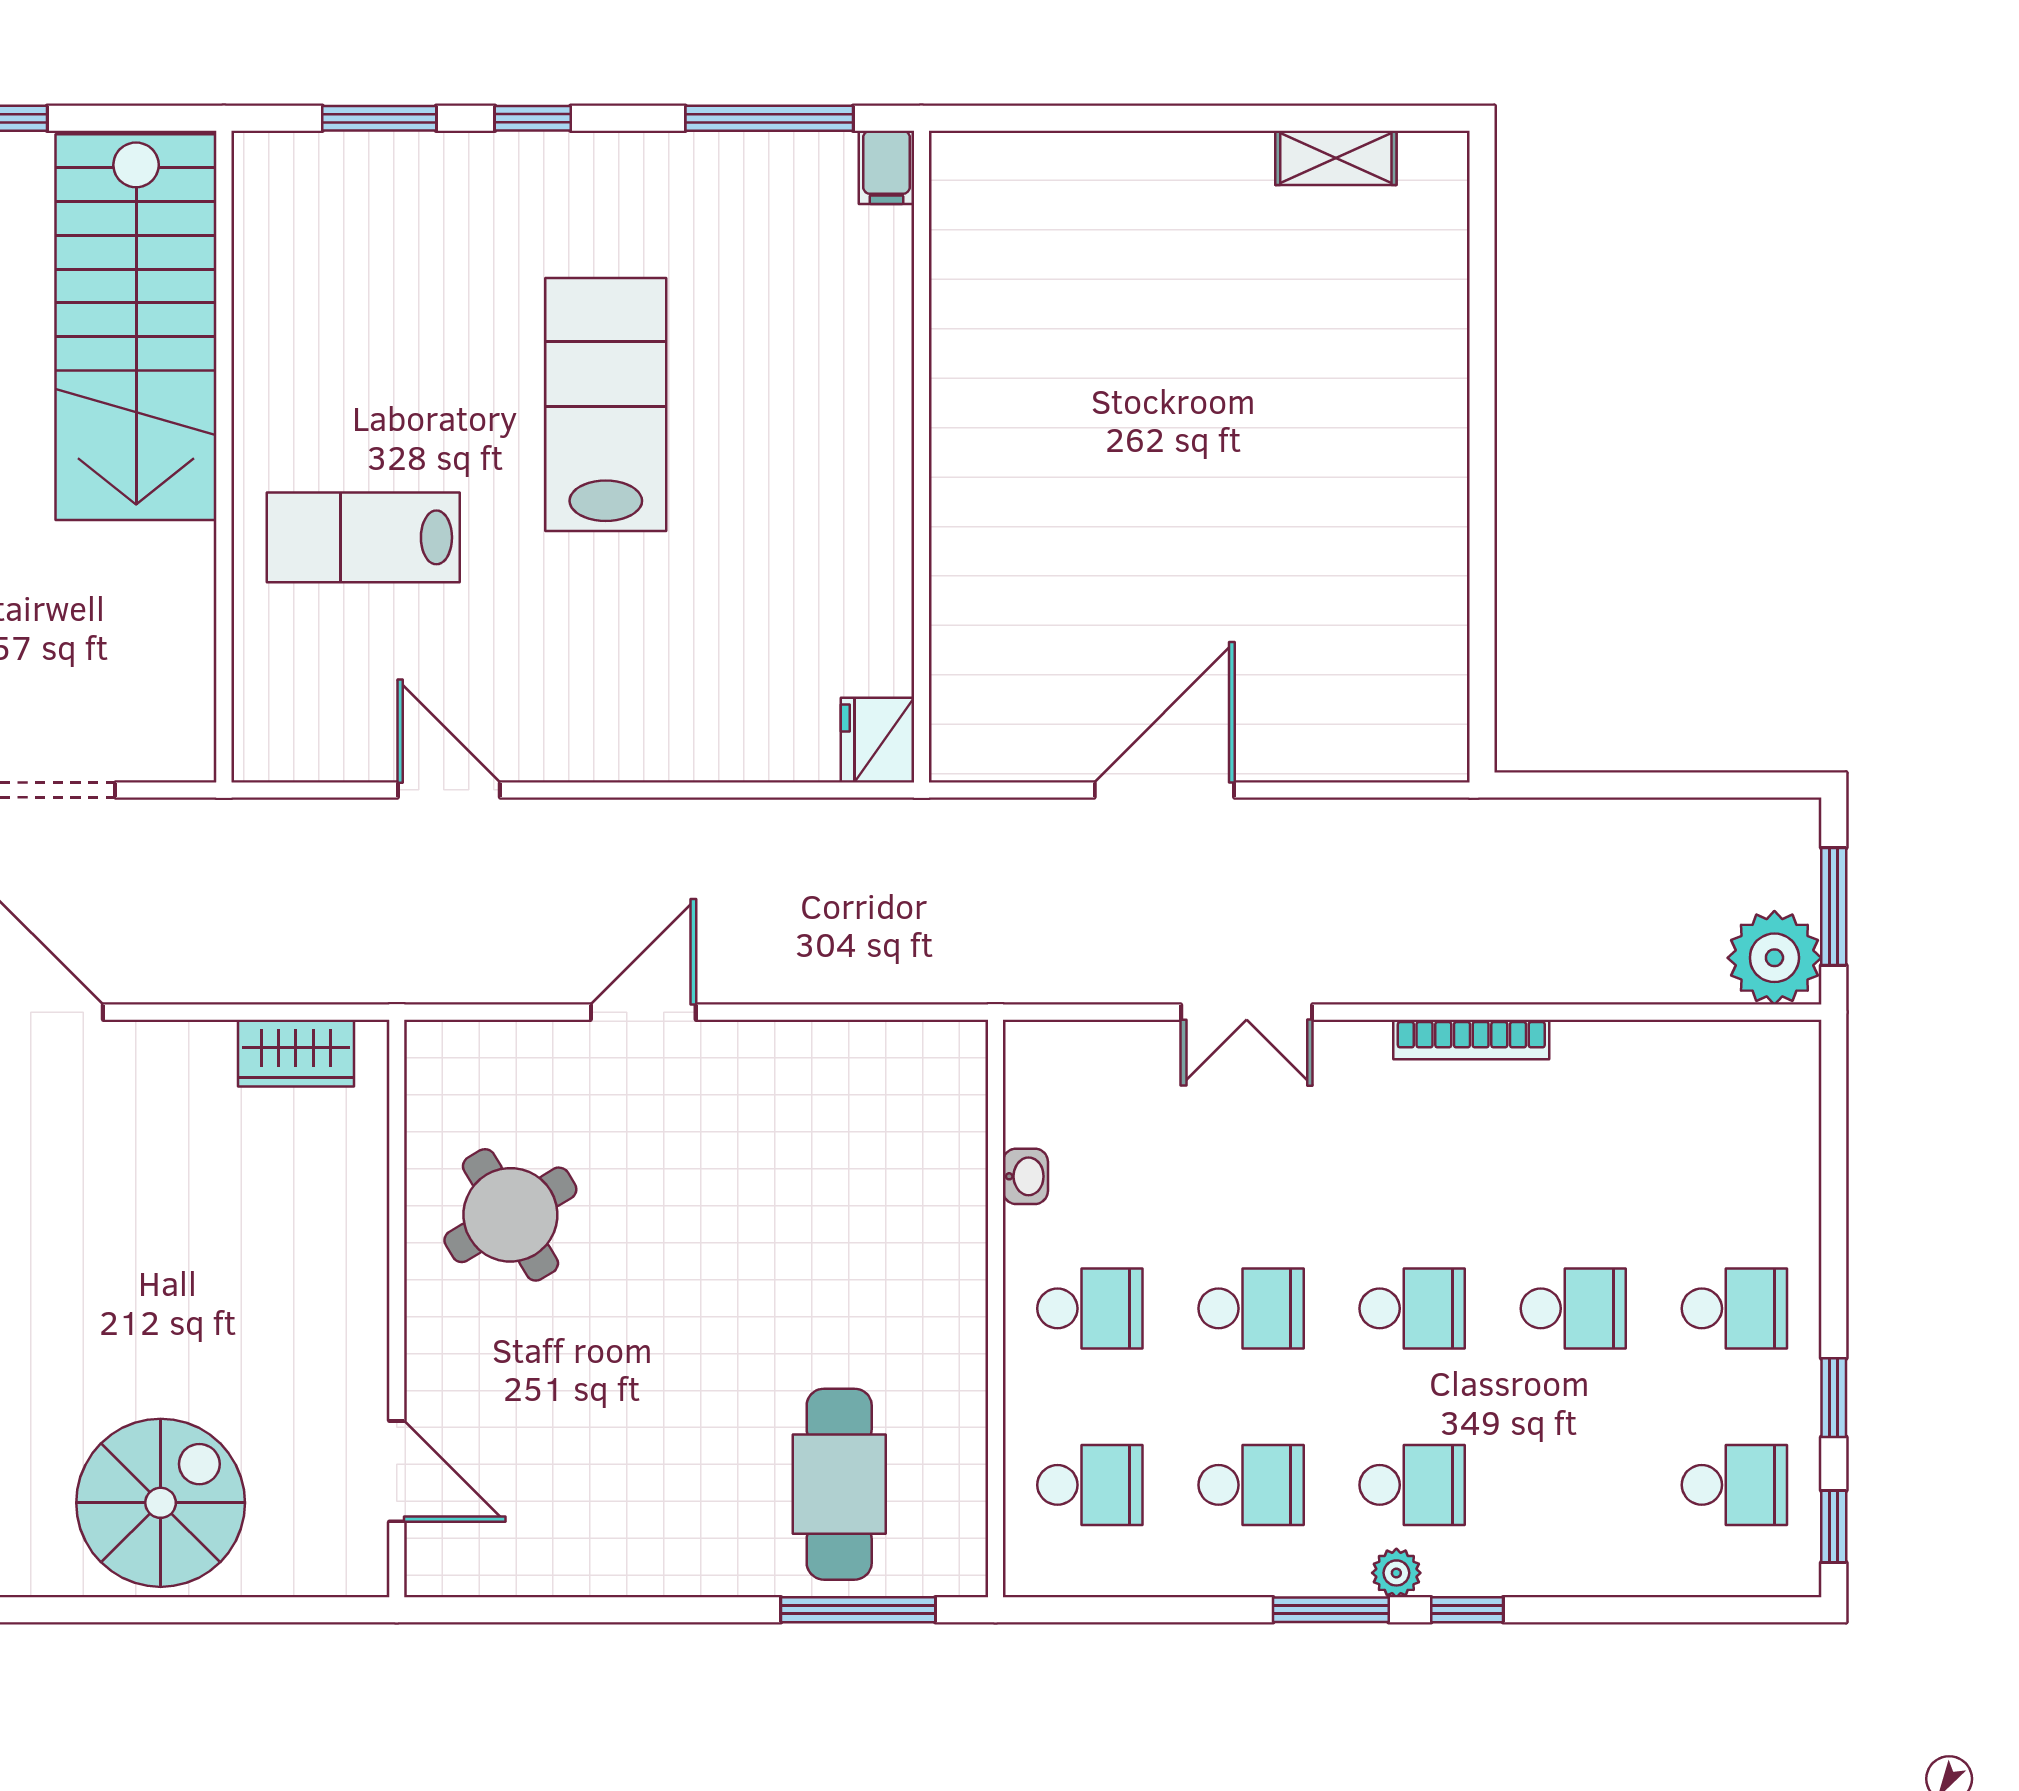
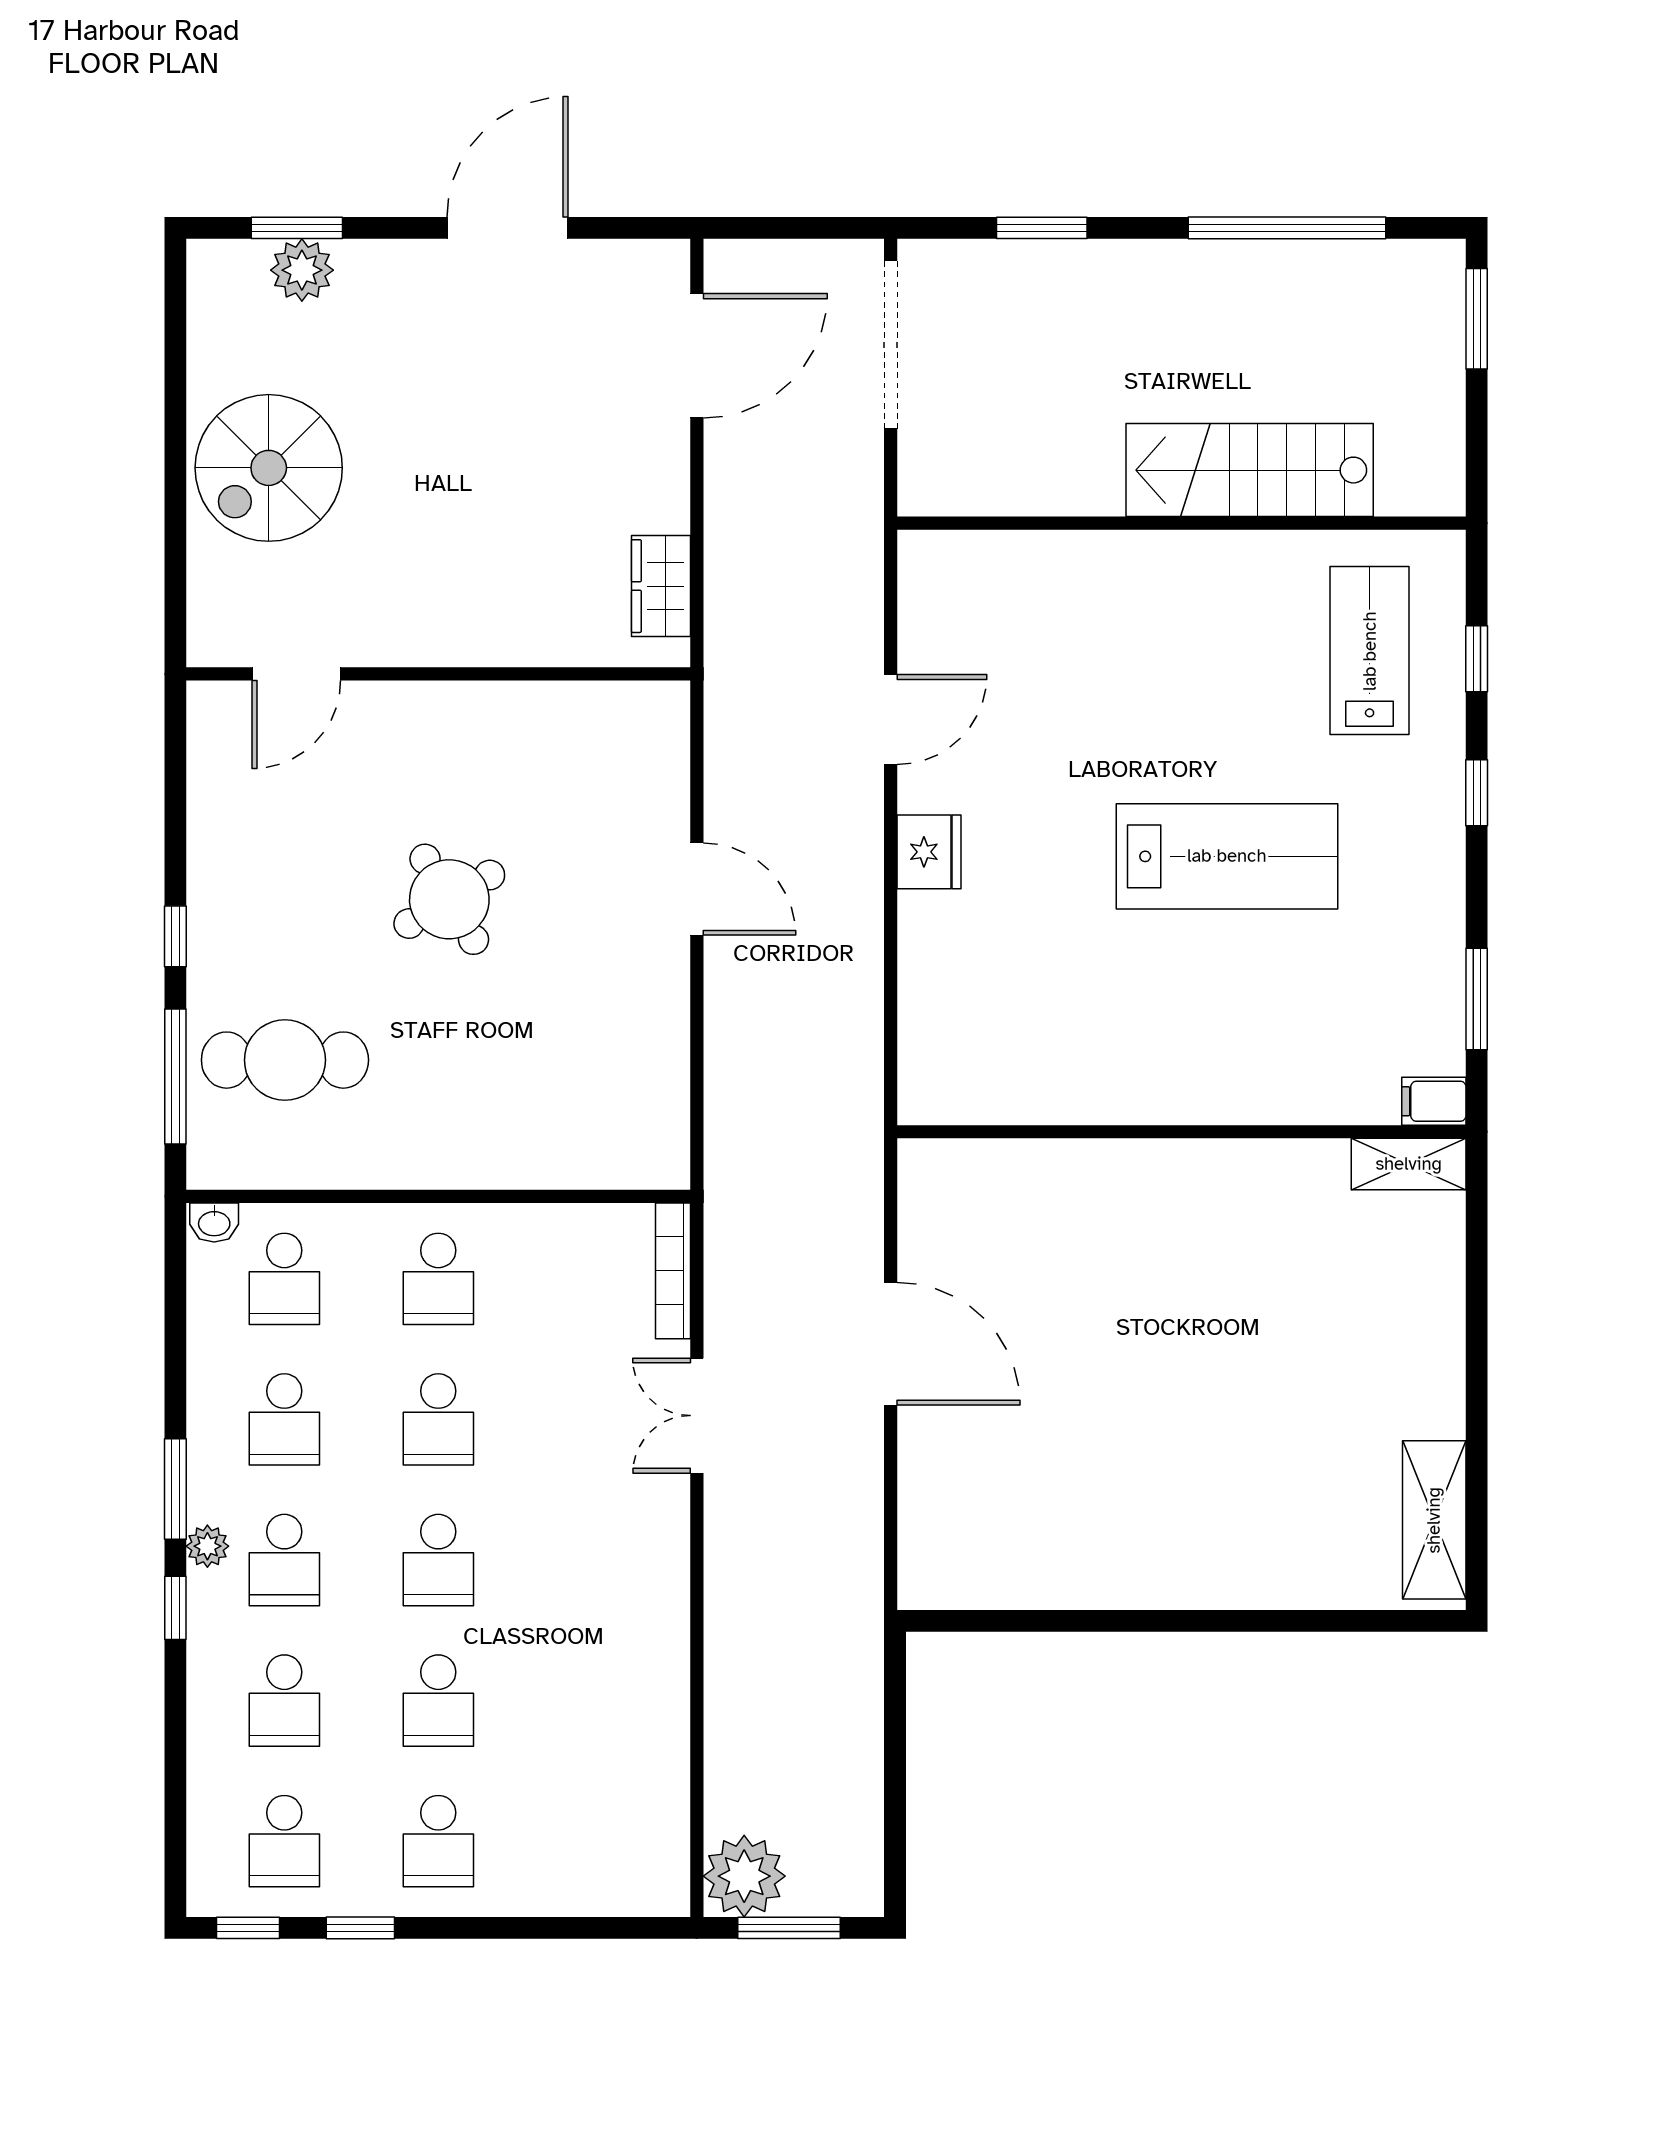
window: (379, 118) -> (1477, 659), width x0.67
window: (769, 118) -> (1477, 999), width x0.69
shelving: (1336, 158) -> (1434, 1520), width x1.50, depth x1.33
shelving: (958, 196) -> (1409, 1164), added
stairs: (136, 327) -> (1250, 470), width x0.73, depth x0.66
lab bench: (363, 537) -> (1370, 651), moved
fridge: (877, 740) -> (929, 852), moved, turned 90
bookcase: (1471, 1039) -> (673, 1271), moved
washbasin: (1025, 1176) -> (214, 1223), moved
round table: (510, 1215) -> (449, 899), moved
school desk: (1573, 1485) -> (284, 1701), added
spiral stairs: (161, 1503) -> (269, 468), turned 90
window: (697, 1610) -> (175, 936), added

